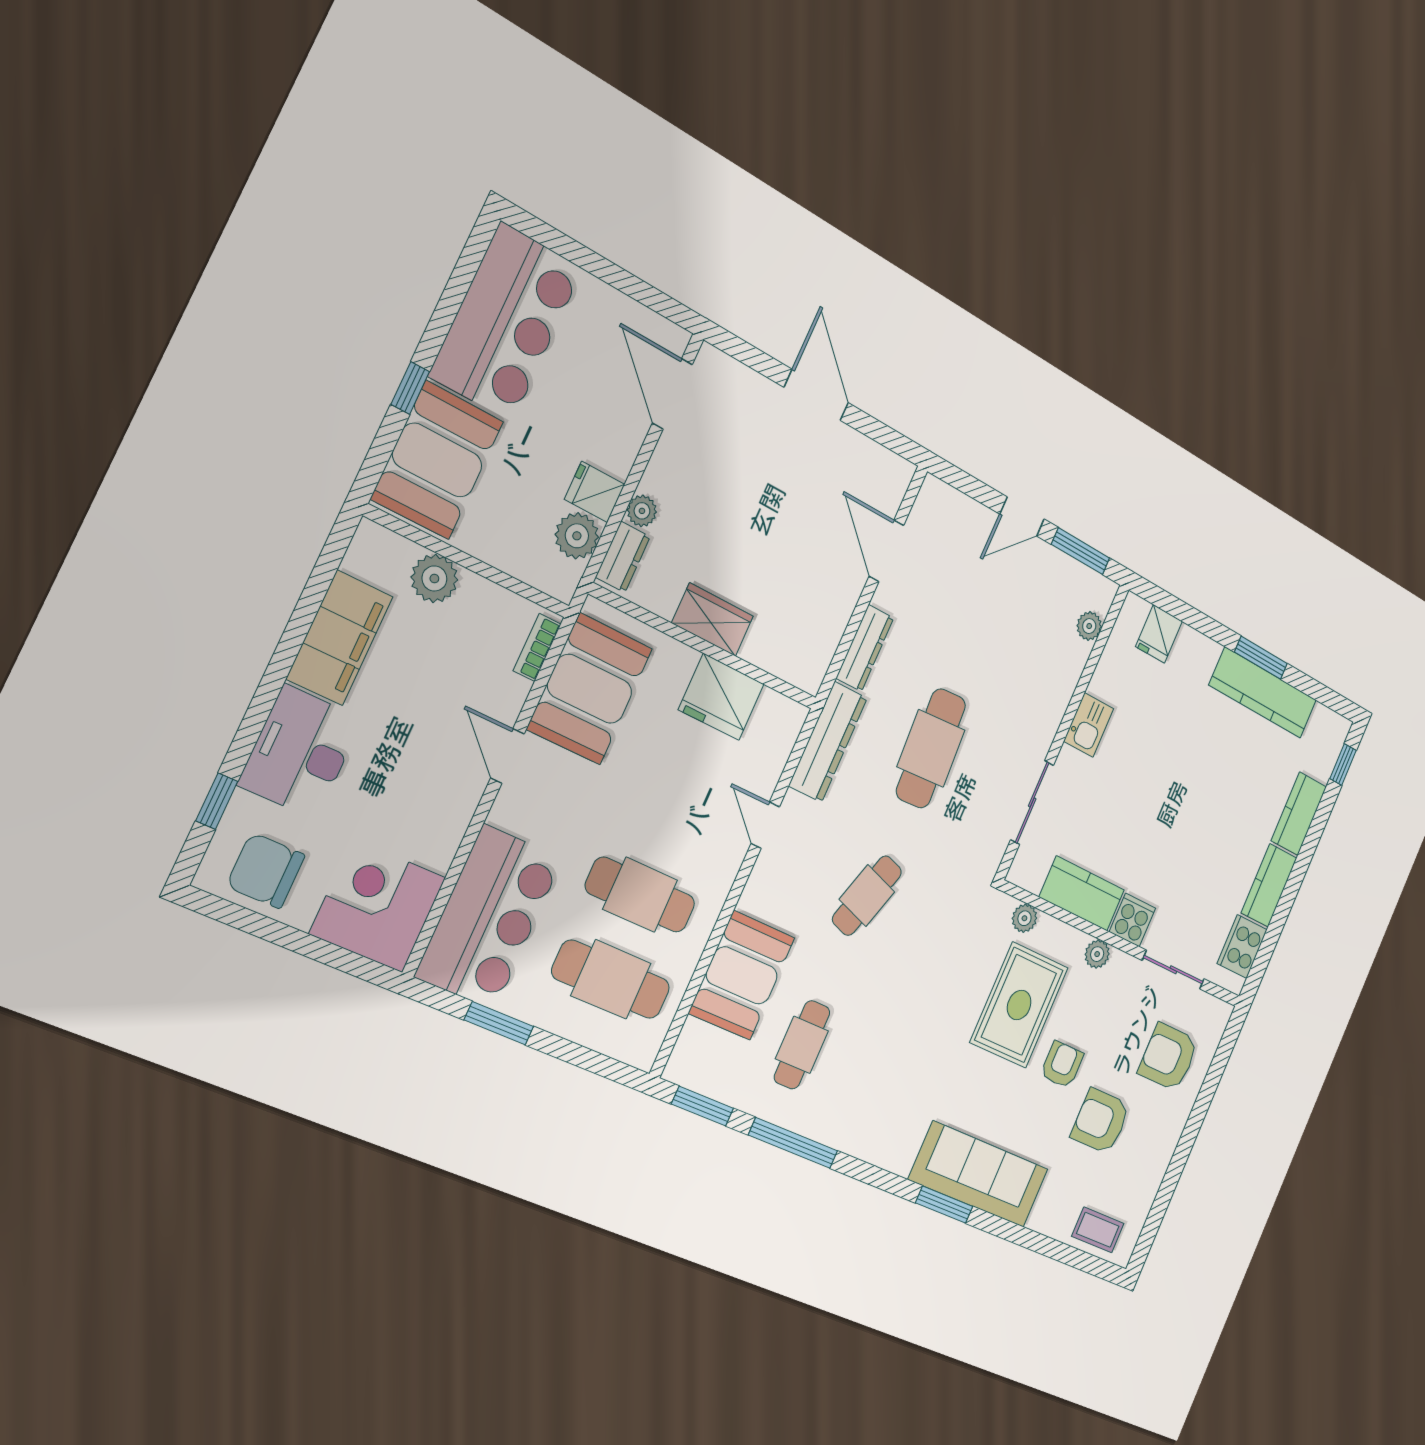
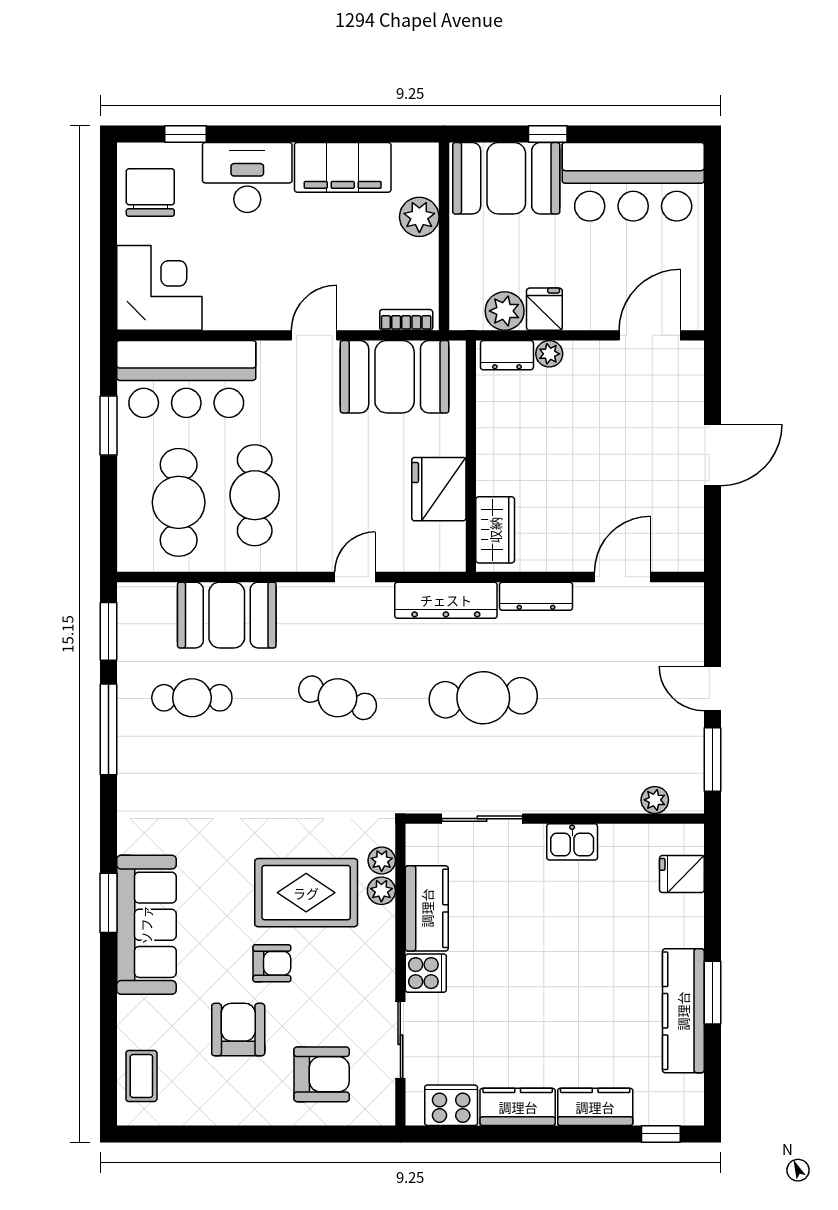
wardrobe: (713, 620) -> (495, 530), moved
plant: (1097, 954) -> (381, 891), moved
armchair: (1168, 1057) -> (322, 1074), turned 90

